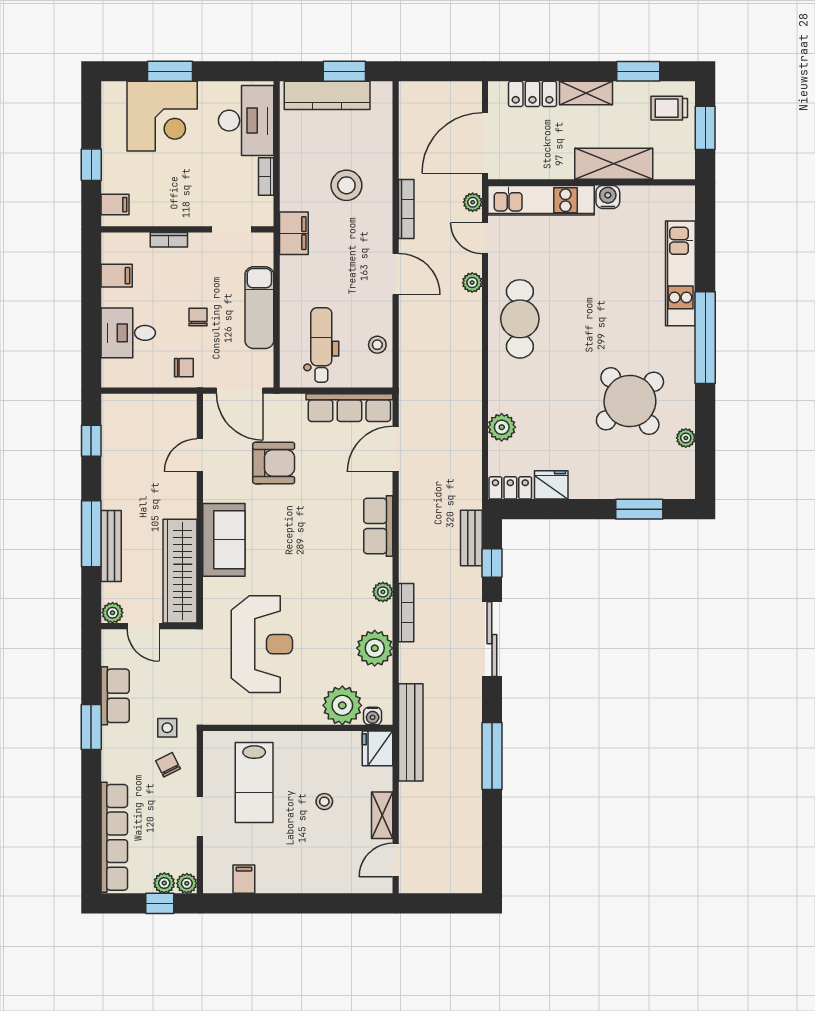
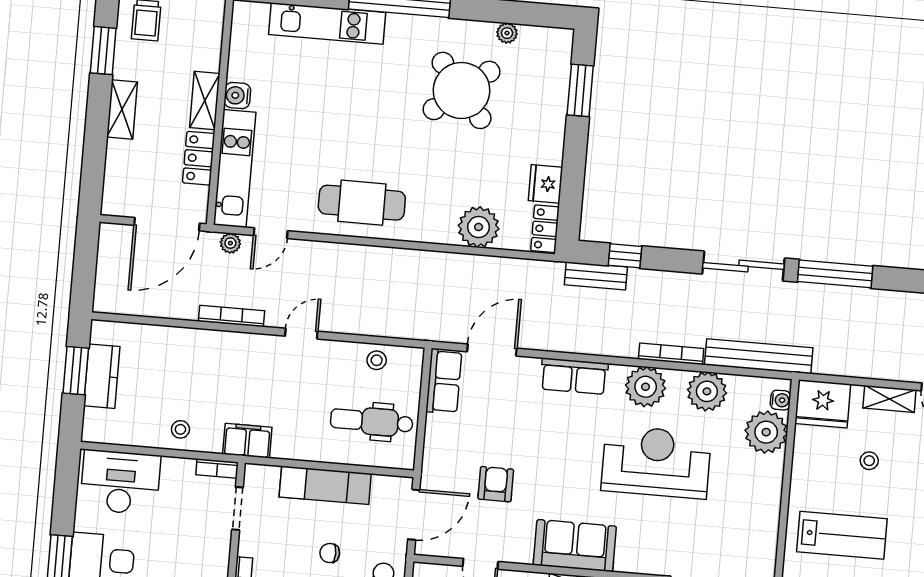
locker: (533, 94) -> (199, 158), moved, turned 180
kitchen counter: (327, 95) -> (102, 376), width x0.67
door: (485, 143) -> (167, 224), hinge flipped
shelving: (614, 164) -> (205, 100), width x0.67, depth x0.75
bookcase: (266, 176) -> (217, 468), moved
stool: (346, 185) -> (180, 429), moved, width x0.53, depth x0.53
door: (396, 274) -> (301, 334), width x0.73
plant: (472, 283) -> (318, 251), removed
row of seats: (349, 408) -> (444, 381), width x0.68
plant: (502, 427) -> (479, 227), width x1.36, depth x1.36
door: (396, 449) -> (492, 350), swing flipped
armchair: (274, 463) -> (496, 484), width x0.72, depth x0.72
plant: (383, 592) -> (646, 387), width x1.87, depth x1.87
sliding door: (492, 639) -> (743, 266), moved
reception desk: (262, 644) -> (656, 462), moved
bench: (411, 732) -> (759, 356), moved
fridge: (378, 748) -> (823, 404), width x1.36, depth x1.34

